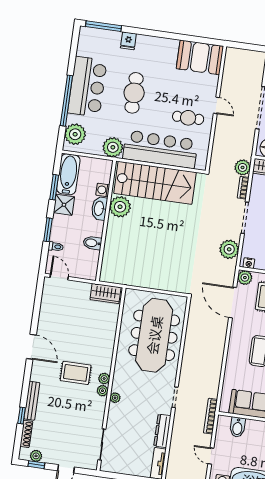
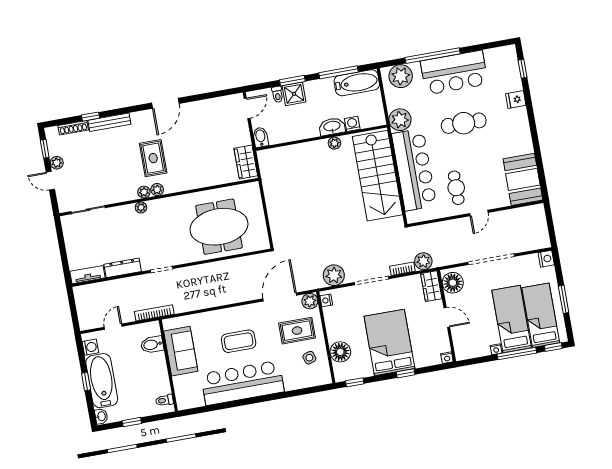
window: (103, 26) -> (522, 69), width x0.46
window: (54, 187) -> (339, 72), width x1.44
shower: (64, 205) -> (294, 94), moved
plant: (120, 207) -> (334, 143), width x0.53, depth x0.53
bidet: (92, 243) -> (261, 137), moved
meeting table: (154, 335) -> (219, 227), width x0.73
plant: (36, 456) -> (57, 163), moved

